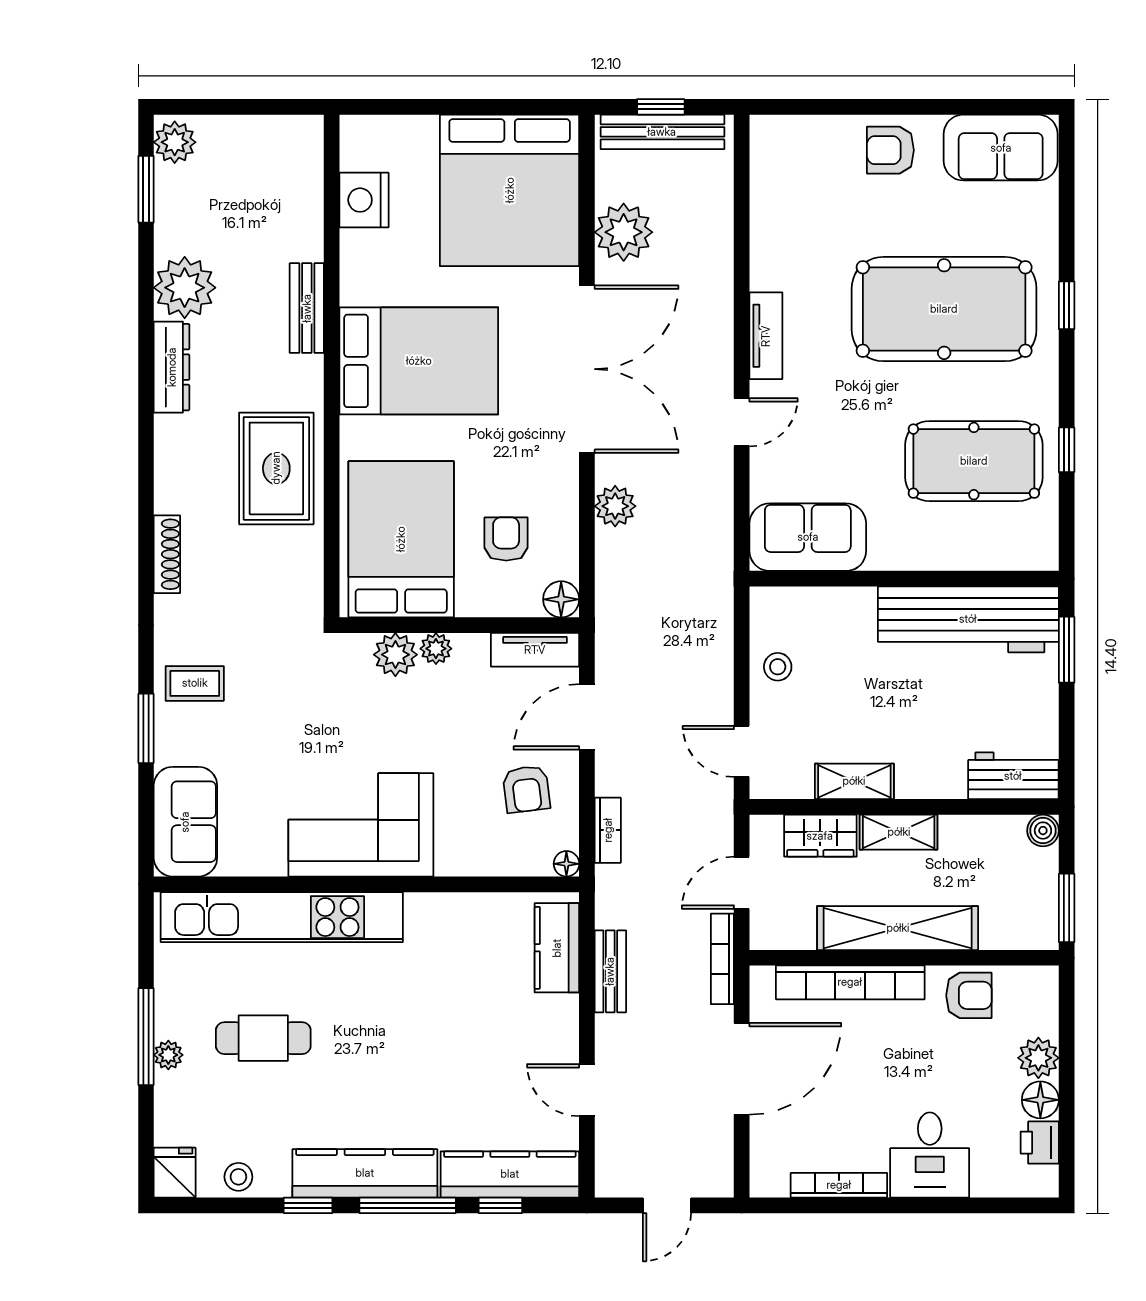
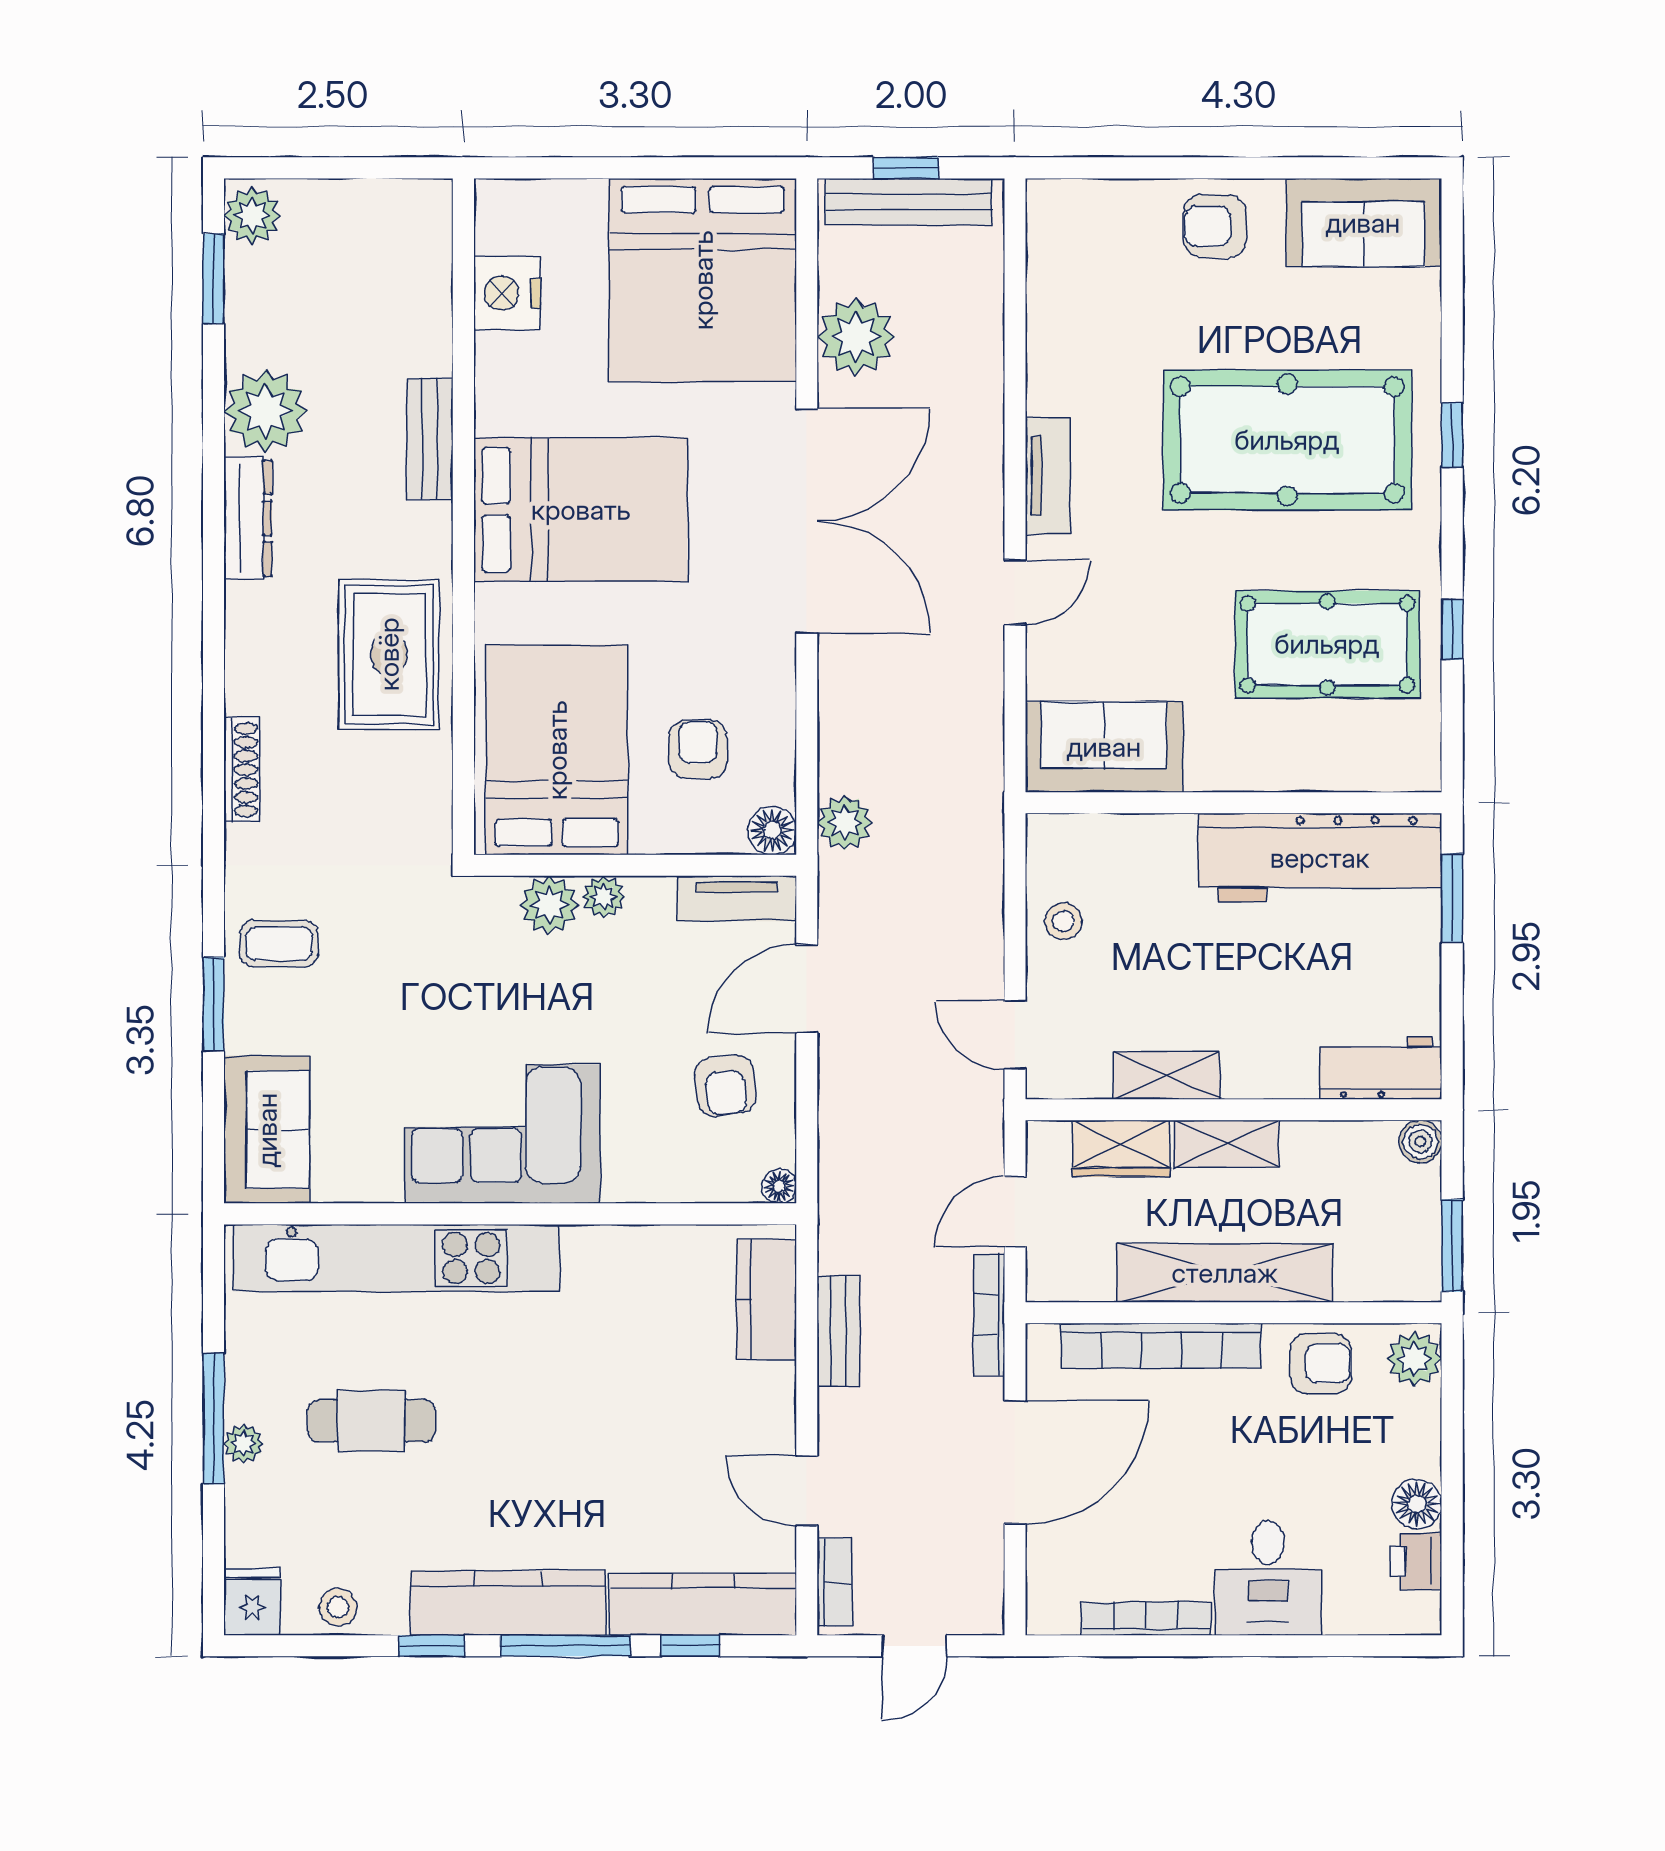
plant: (615, 506) -> (845, 823), moved
bookcase: (608, 830) -> (835, 1582), moved
plant: (1038, 1058) -> (1414, 1359), moved

